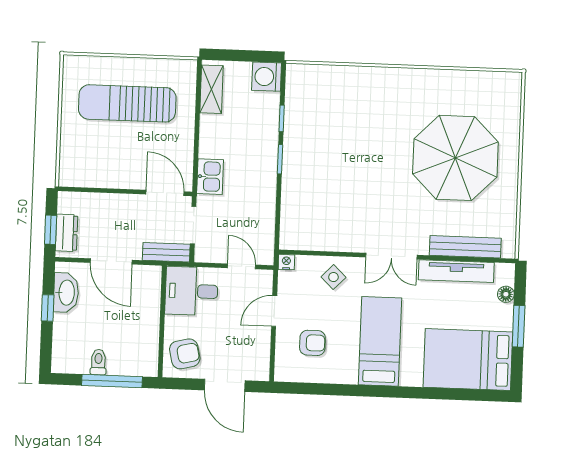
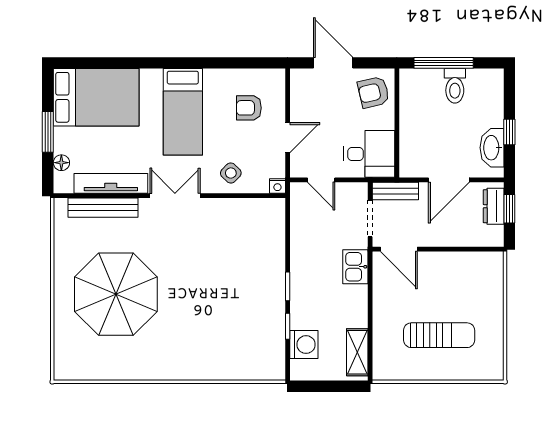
washing machine: (267, 77) -> (304, 345), moved
sun lounger: (127, 103) -> (439, 335), width x0.73, depth x0.75
door: (111, 261) -> (449, 180), swing flipped
toilet: (98, 362) -> (455, 86), width x1.37, depth x1.39

